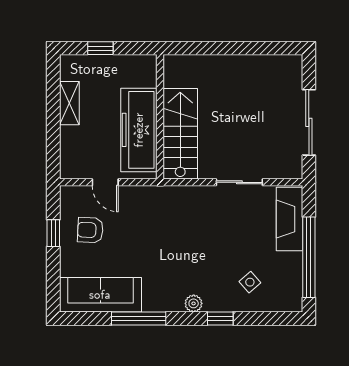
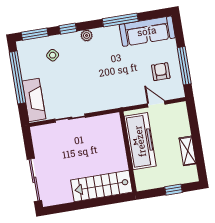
sliding door: (309, 122) -> (34, 180), moved
stairs: (180, 134) -> (102, 186), moved, turned 90
armchair: (90, 230) -> (161, 72), turned -93
window: (53, 233) -> (184, 66), width x2.17
window: (272, 319) -> (35, 34), added

